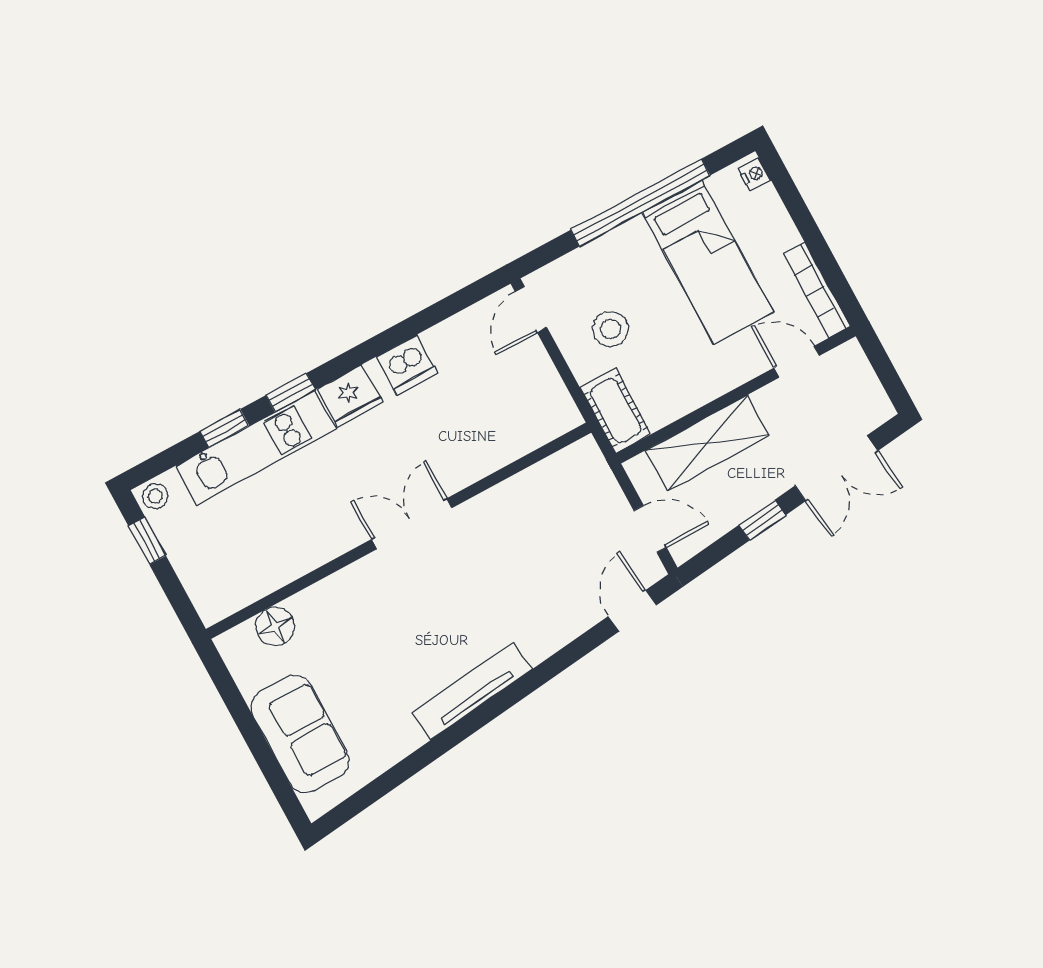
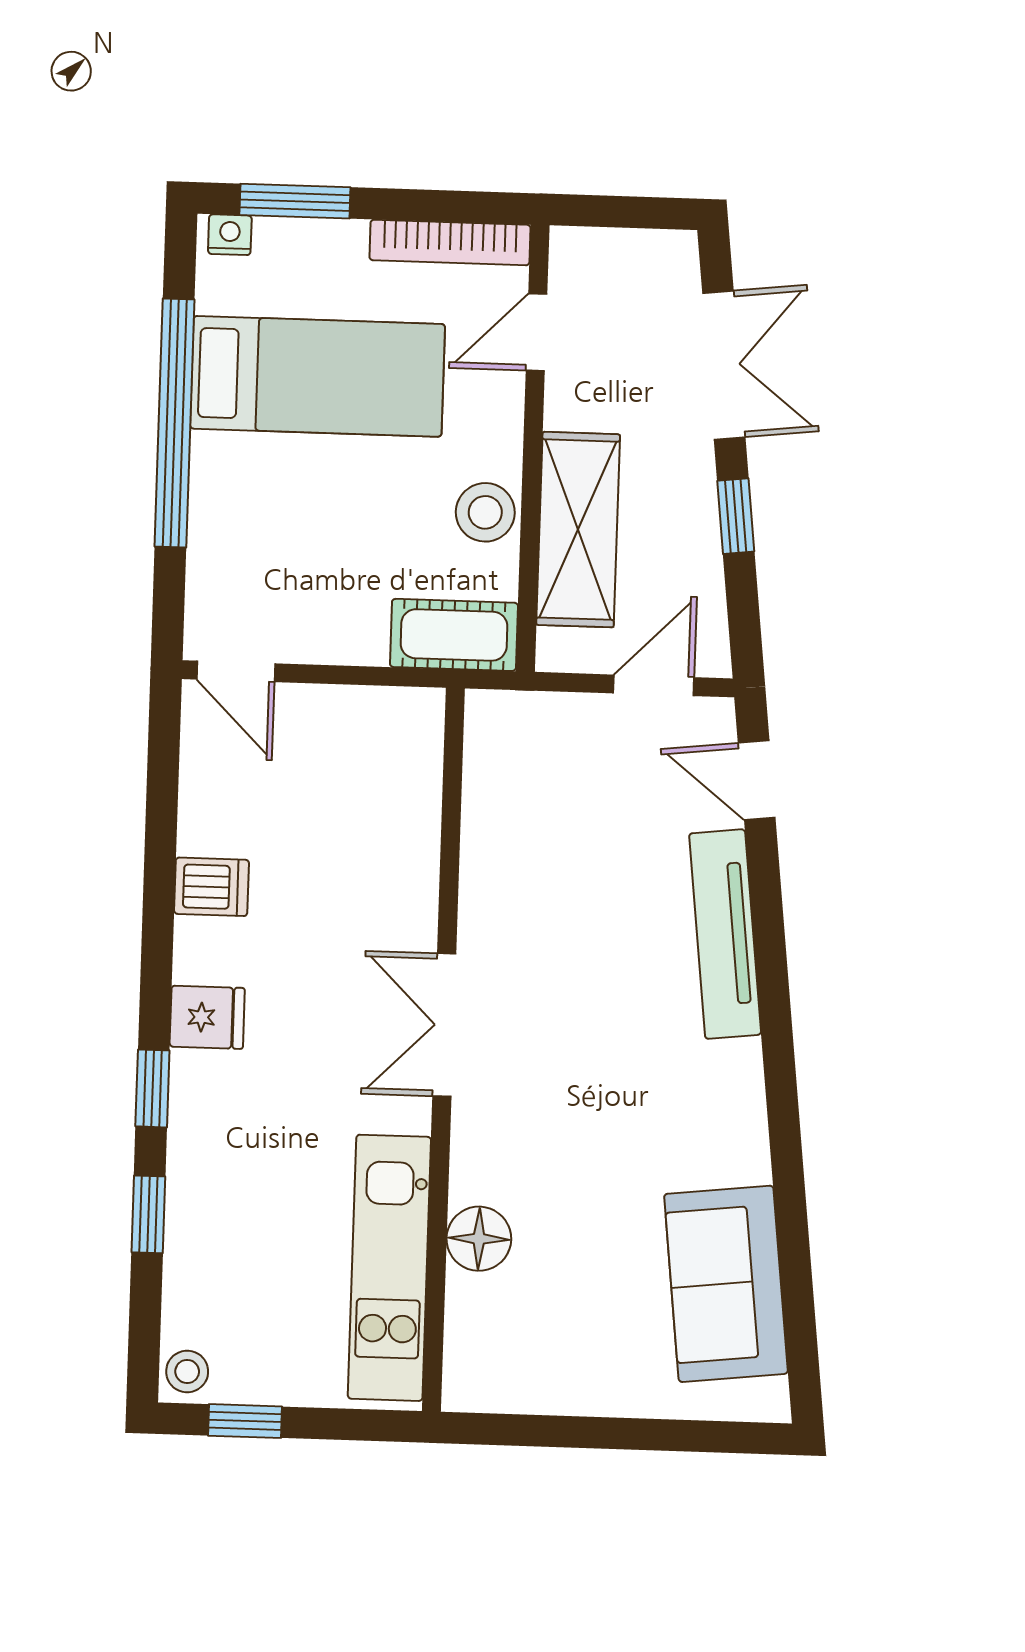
window: (791, 198) -> (295, 201), added
stool: (611, 329) -> (485, 512), moved
dishwasher: (407, 365) -> (211, 887), width x0.73
fridge: (350, 396) -> (207, 1017), width x0.72
kitchen unit: (256, 447) -> (389, 1268), moved, turned 180
floor lamp: (275, 626) -> (479, 1239), moved
tv unit: (472, 691) -> (725, 934), moved
sofa: (300, 734) -> (726, 1284), moved, turned -96

